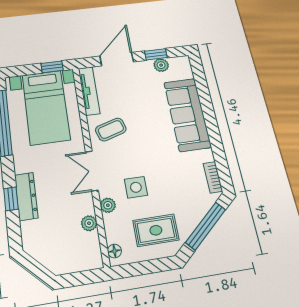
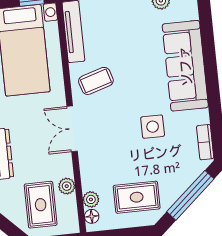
side table: (136, 187) -> (153, 127), moved
plant: (108, 205) -> (91, 199), moved
rug: (65, 242) -> (41, 205), added

